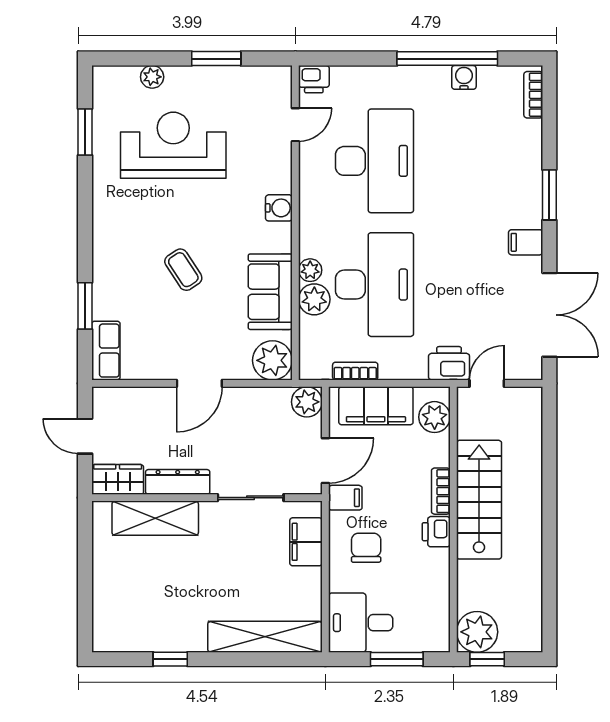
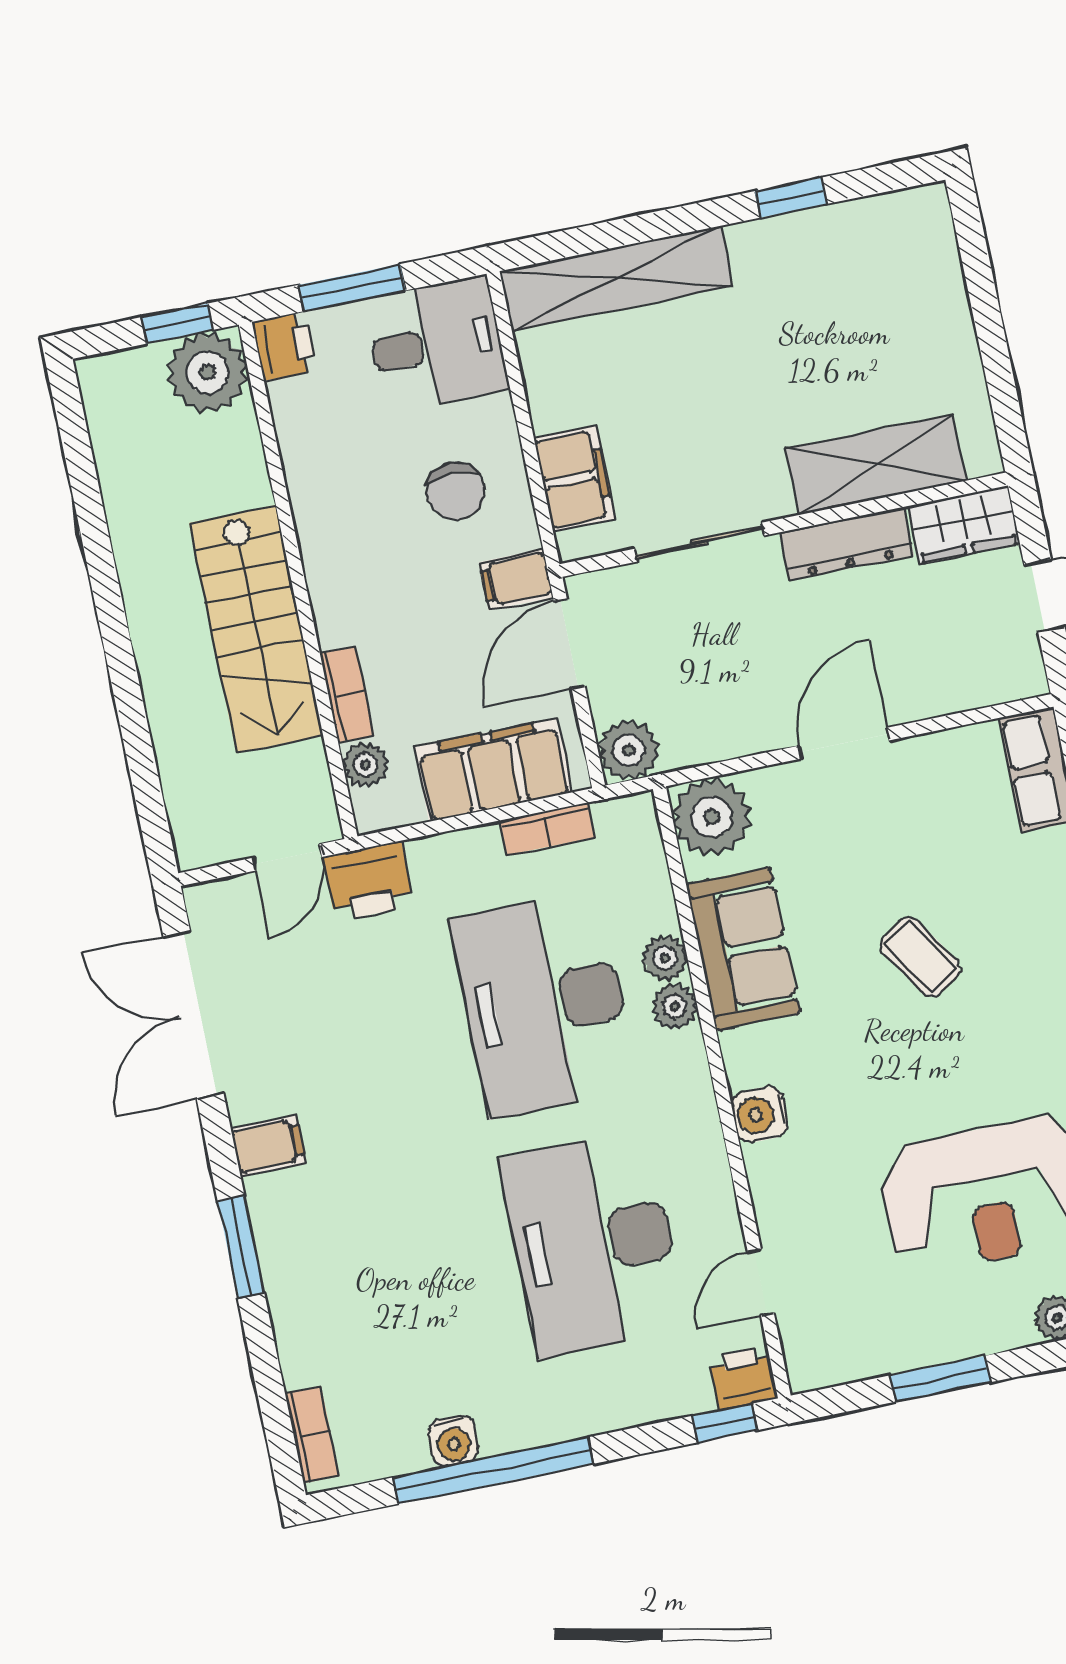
window: (328, 59) -> (725, 1423), added
plant: (314, 299) -> (665, 958), width x0.73, depth x0.73
plant: (435, 417) -> (365, 765), width x0.73, depth x0.73
bookcase: (441, 491) -> (347, 695), moved
printer: (436, 532) -> (285, 346), moved

